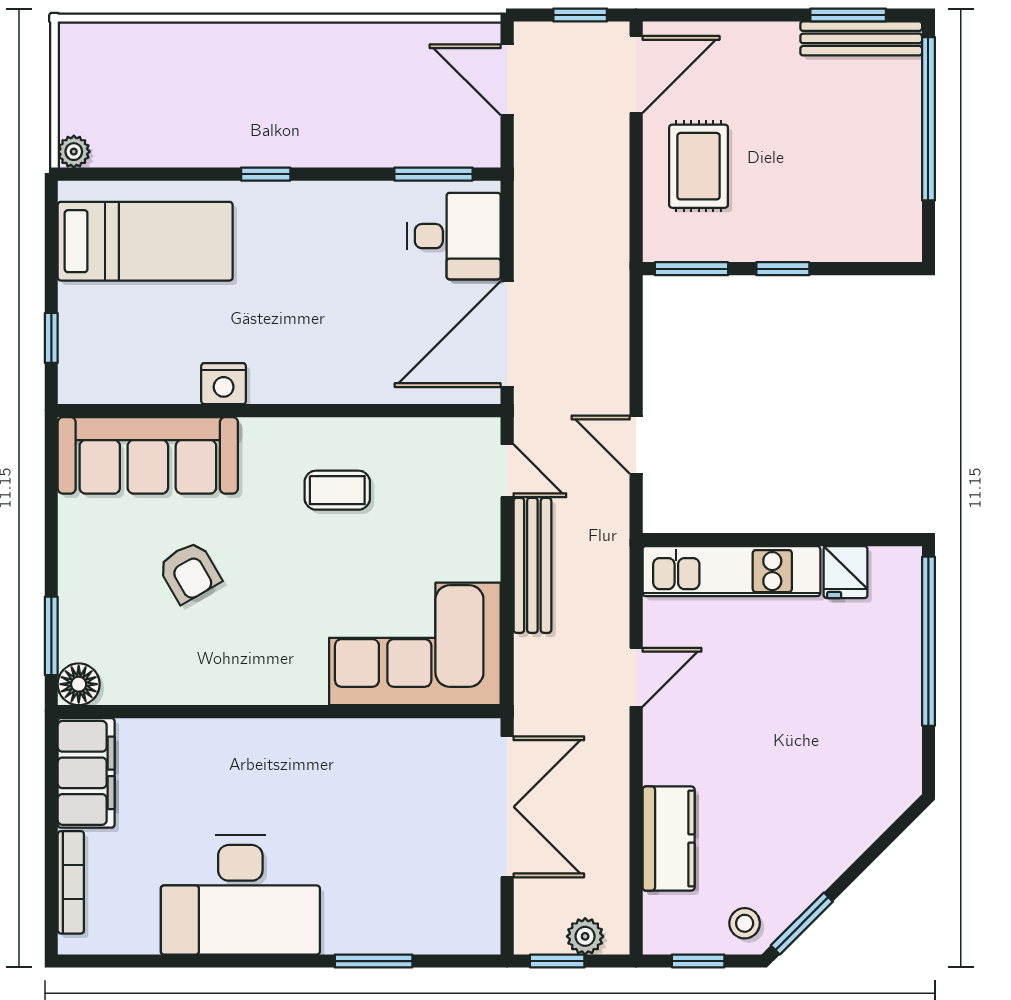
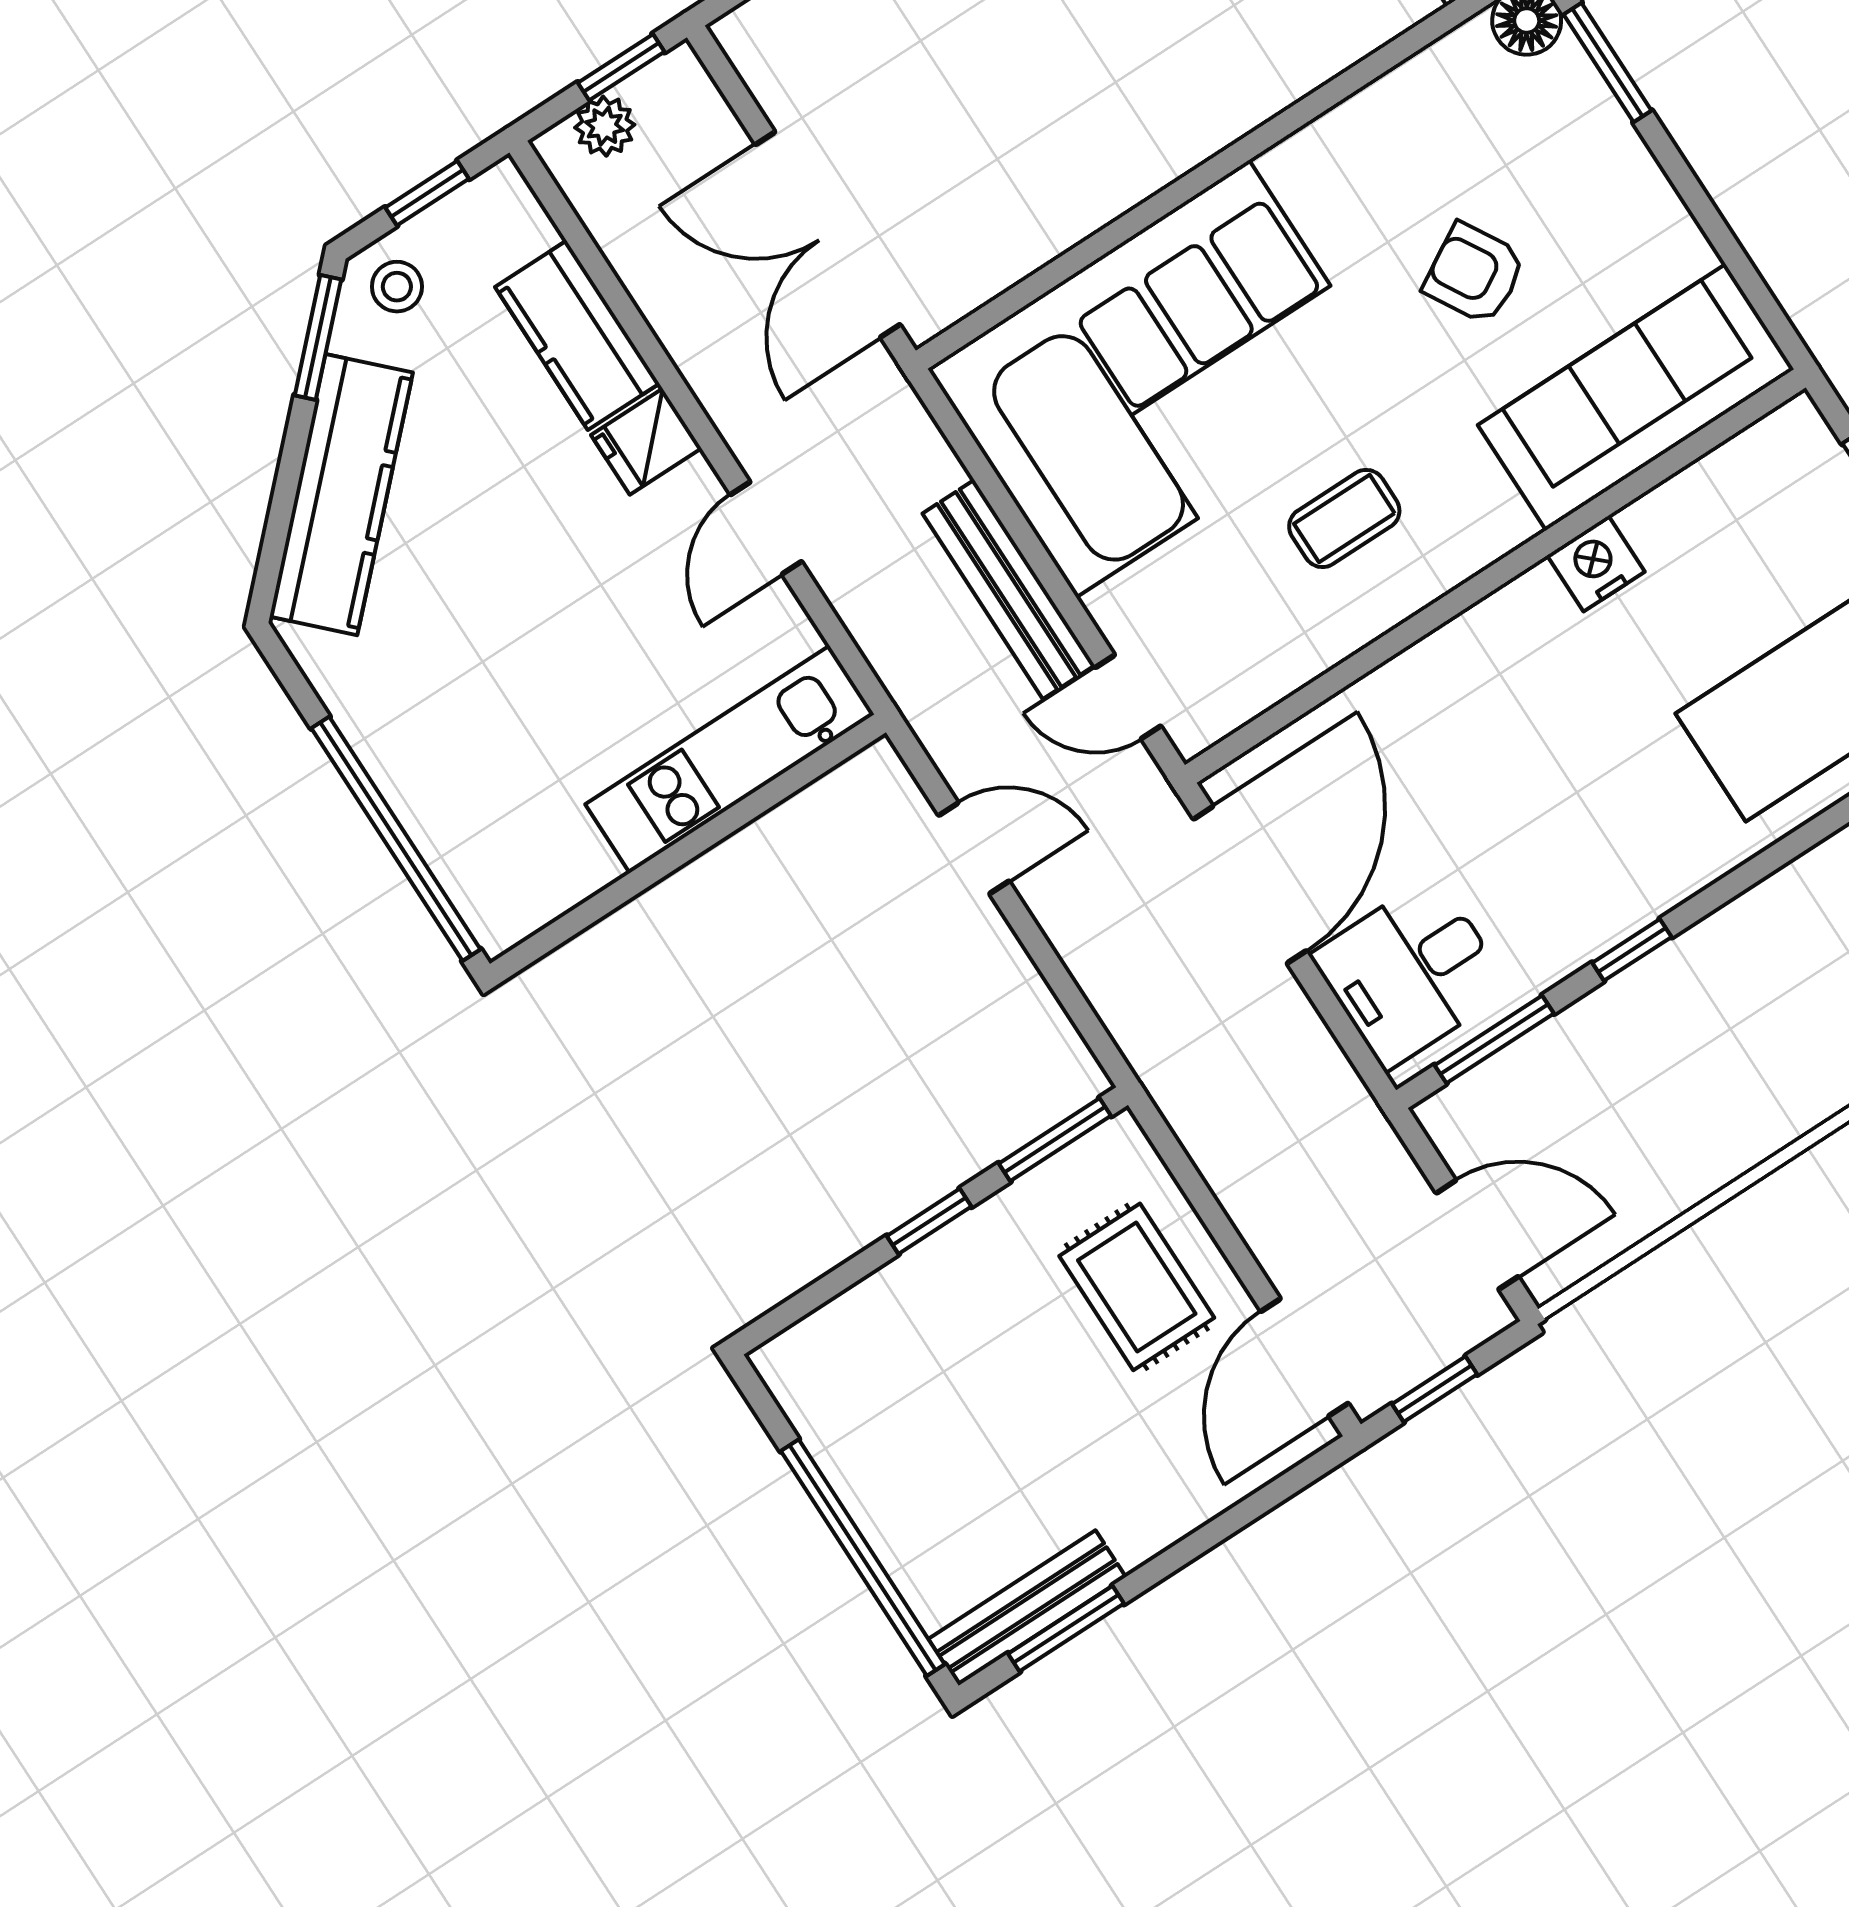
window: (266, 174) -> (1632, 950), moved
fridge: (846, 572) -> (646, 442), moved, turned -90
corner sofa: (415, 644) -> (1162, 379), width x1.36, depth x1.36
kitchen counter: (842, 835) -> (341, 495), added

